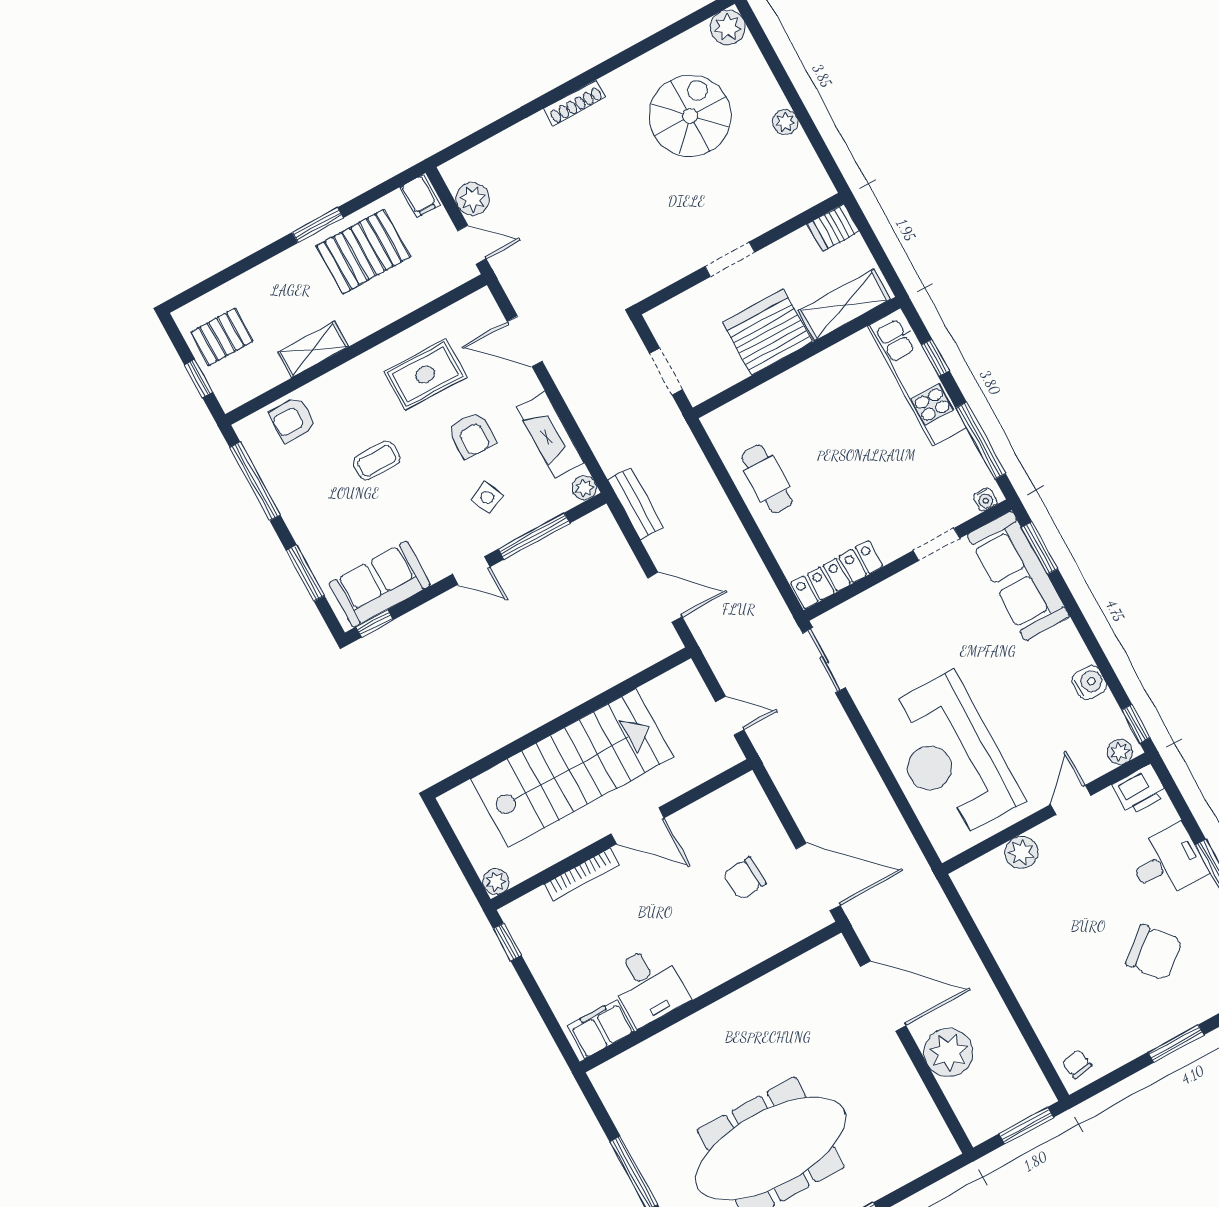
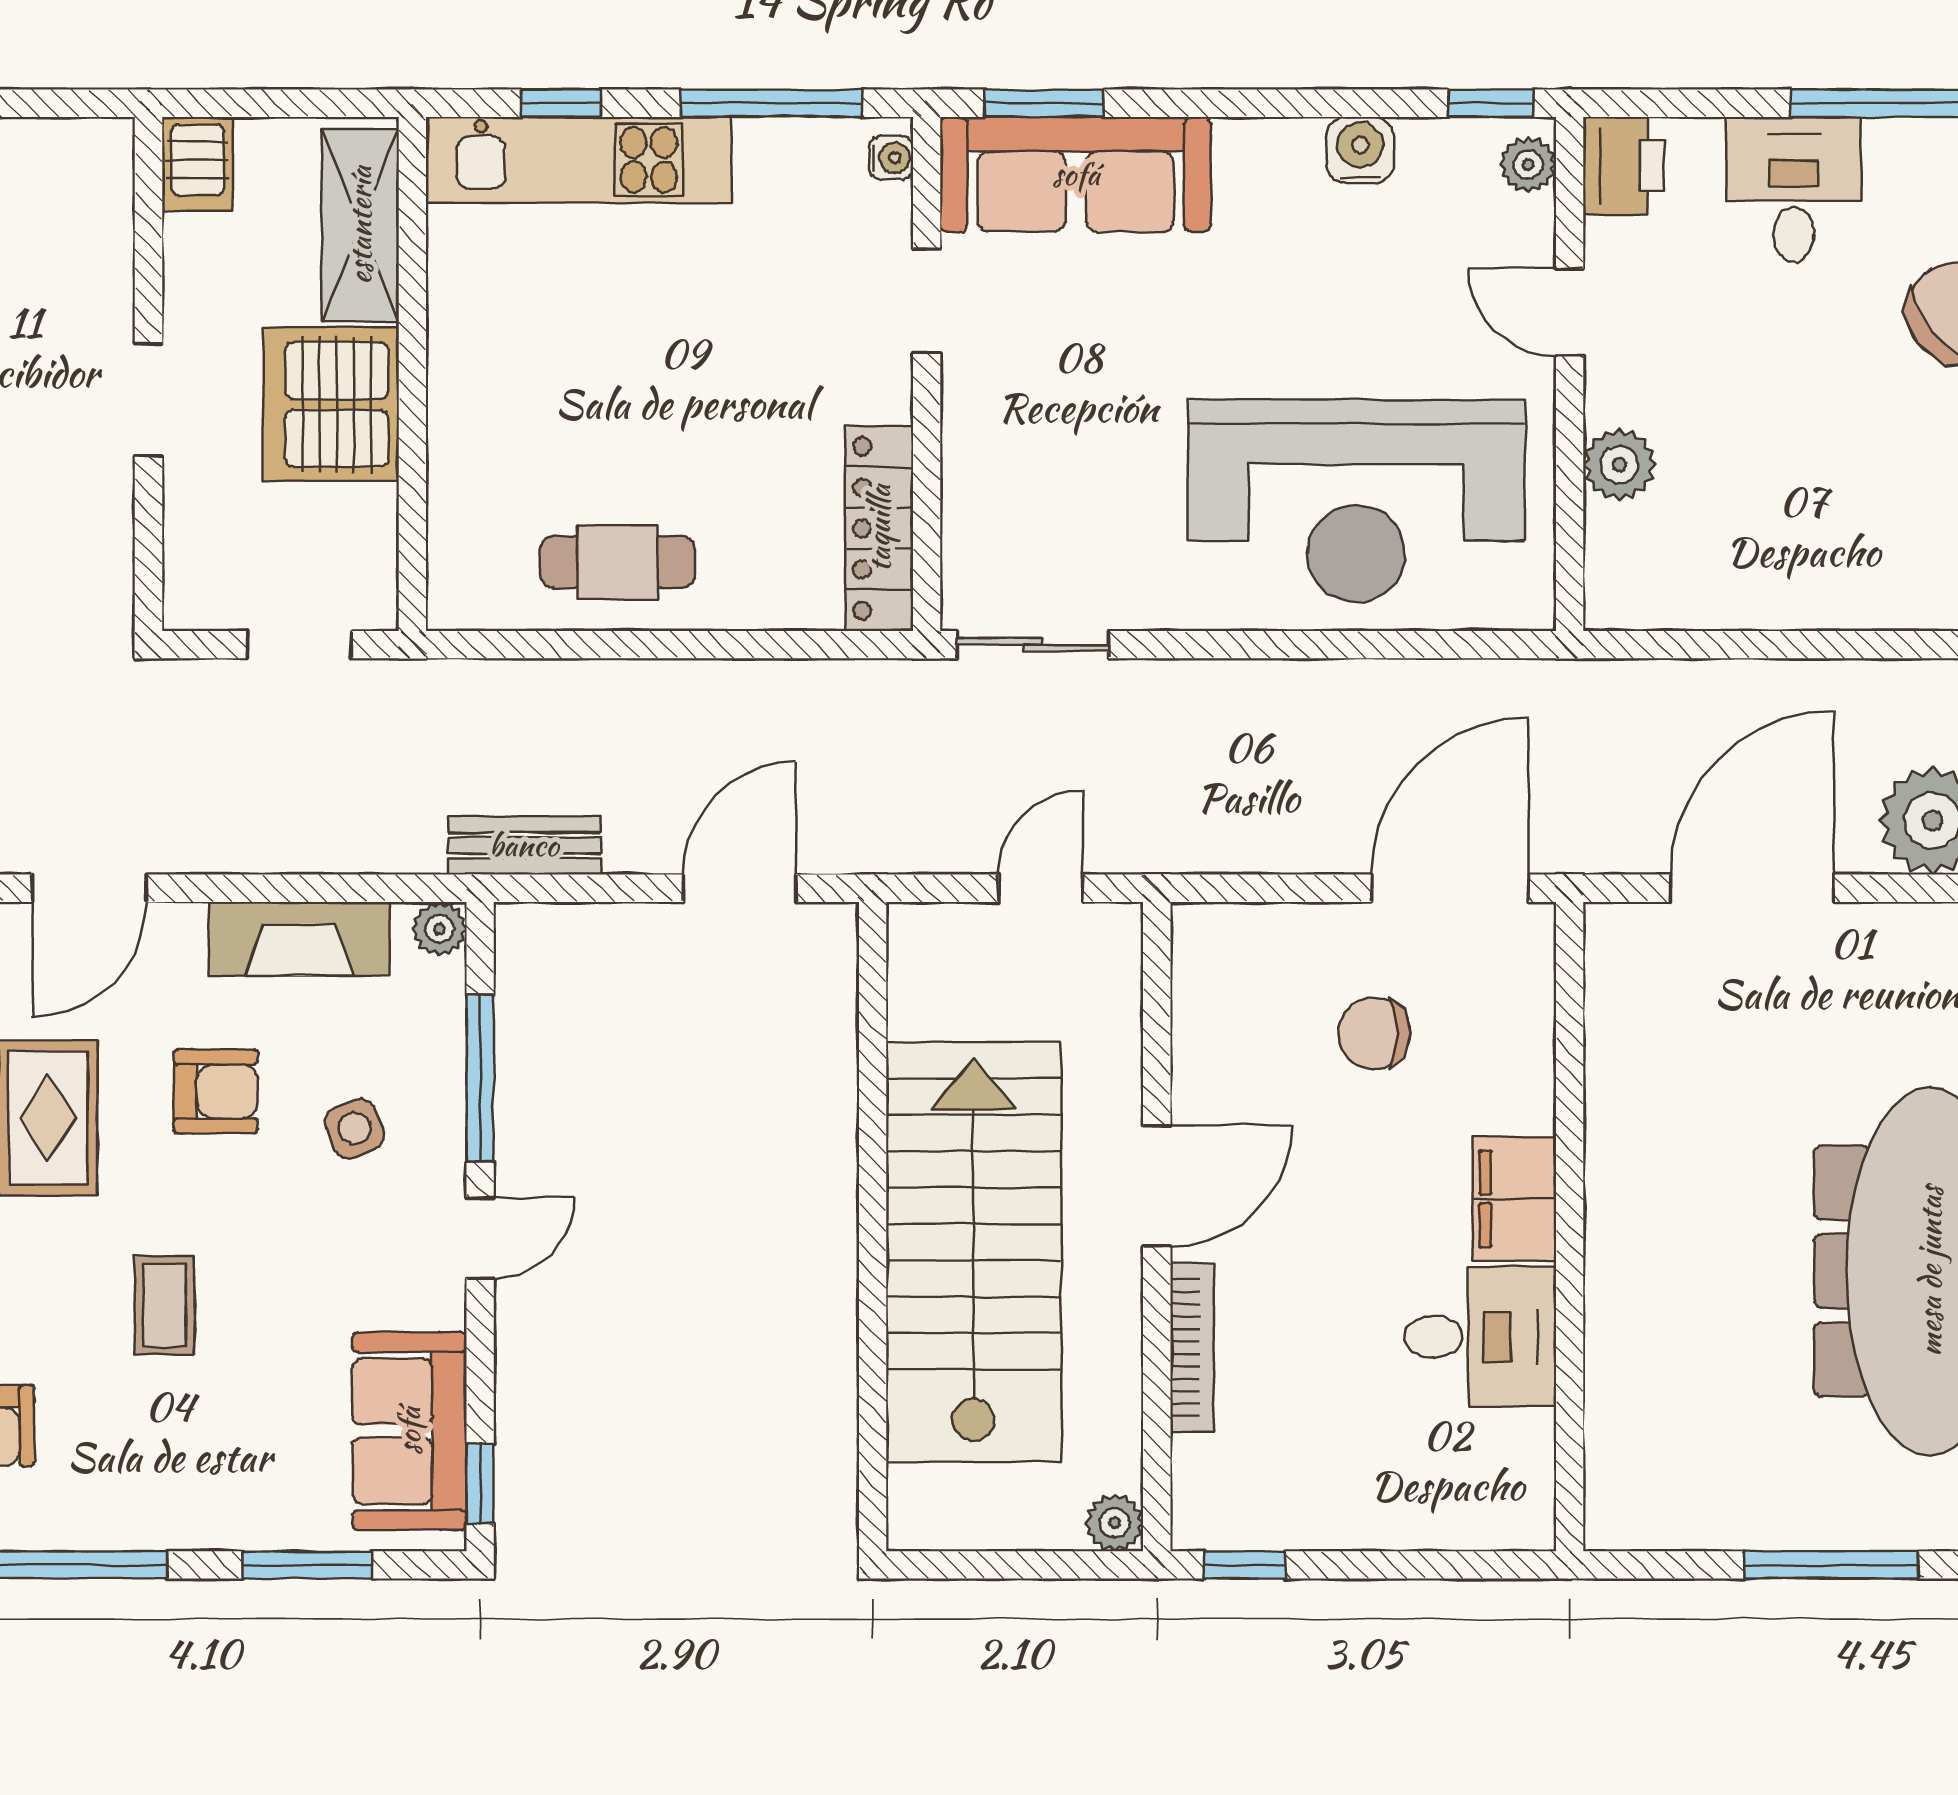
chair: (745, 878) -> (1374, 1033), turned 93
filing cabinet: (601, 1029) -> (1514, 1199), moved

